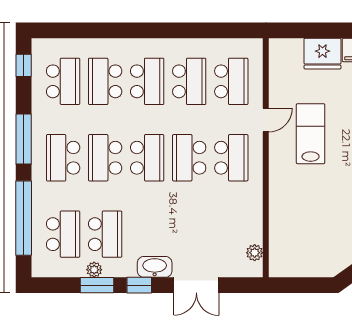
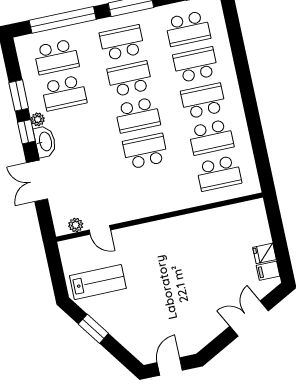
fridge: (322, 54) -> (264, 253), width x0.53, depth x0.75
school desk: (147, 81) -> (203, 101), turned 180
door: (266, 120) -> (100, 230), moved
lab bench: (311, 134) -> (98, 282), moved
school desk: (231, 158) -> (153, 187), removed
plant: (94, 270) -> (38, 119), moved

